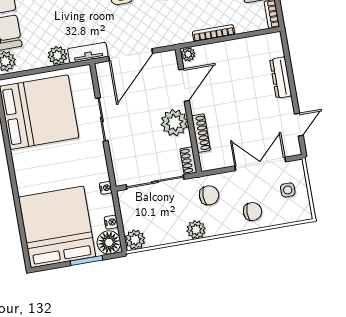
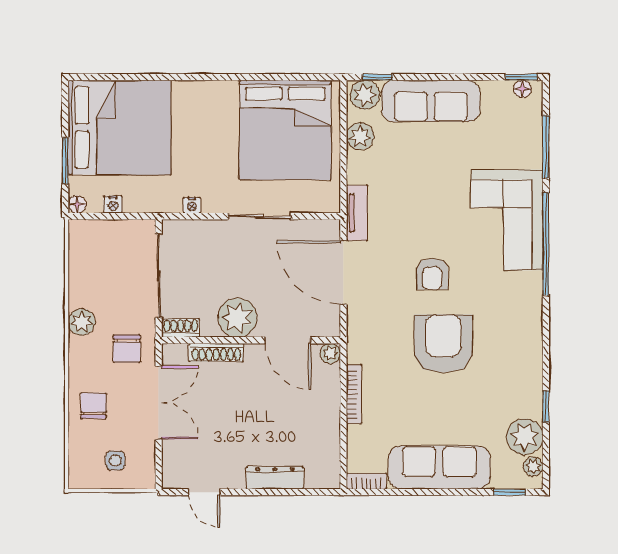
plant: (57, 56) -> (360, 136), moved
double door: (260, 164) -> (159, 403), moved
nightstand: (106, 188) -> (192, 205), moved
chair: (252, 212) -> (94, 406), turned 180
plant: (135, 240) -> (83, 234), removed
floor lamp: (109, 242) -> (77, 204), width x0.53, depth x0.53

